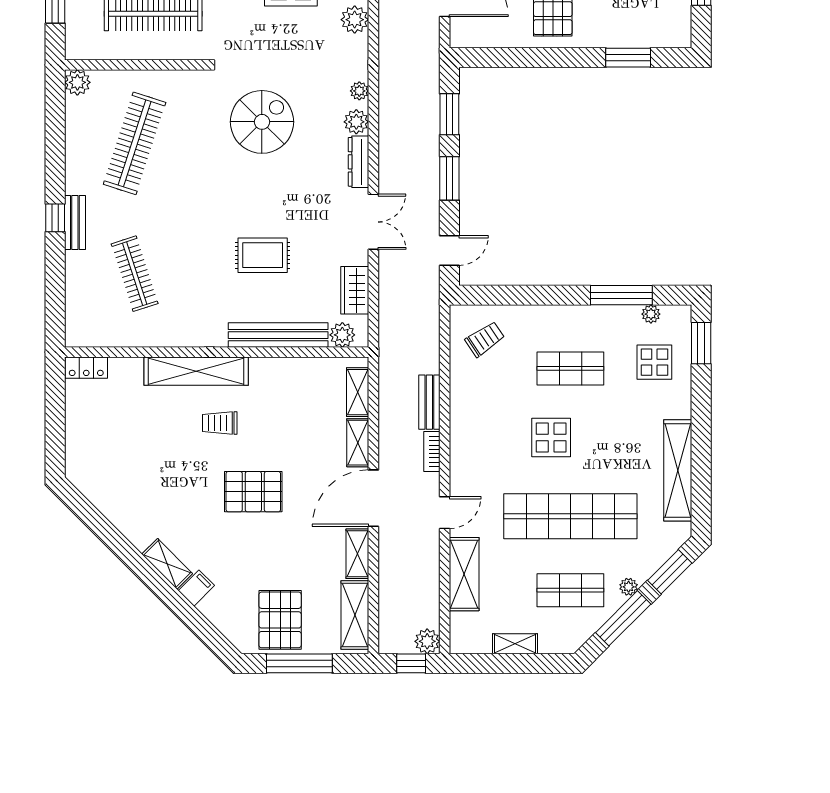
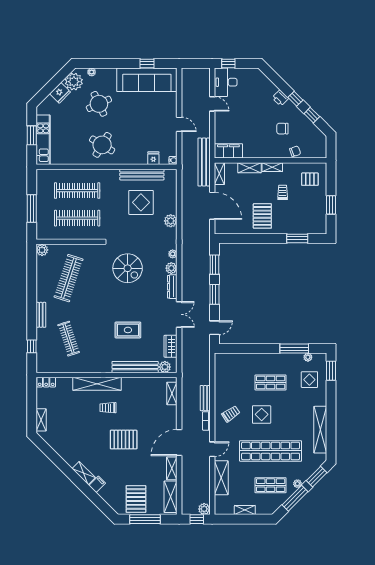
spiral stairs: (262, 122) -> (128, 268), turned 90
window: (55, 218) -> (32, 346), moved
trolley: (485, 339) -> (231, 414), moved
shelving: (358, 443) -> (41, 420), moved

